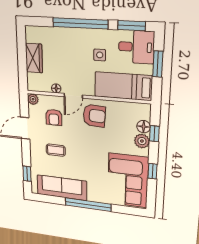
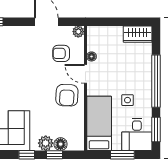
wardrobe: (34, 58) -> (138, 34), moved
coffee table: (56, 150) -> (26, 55), removed
window: (152, 171) -> (27, 155), moved

